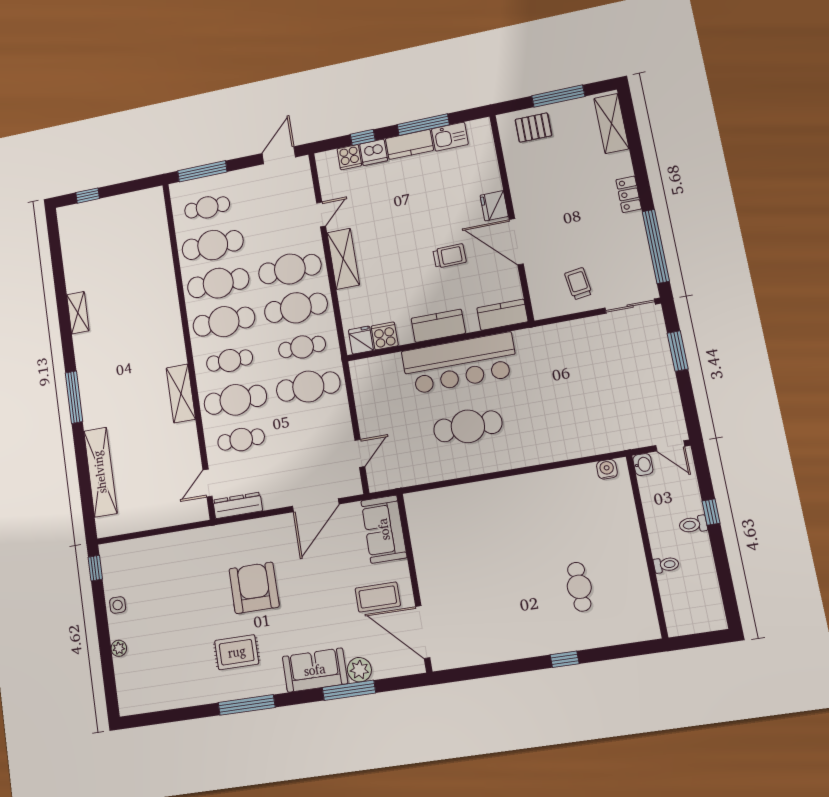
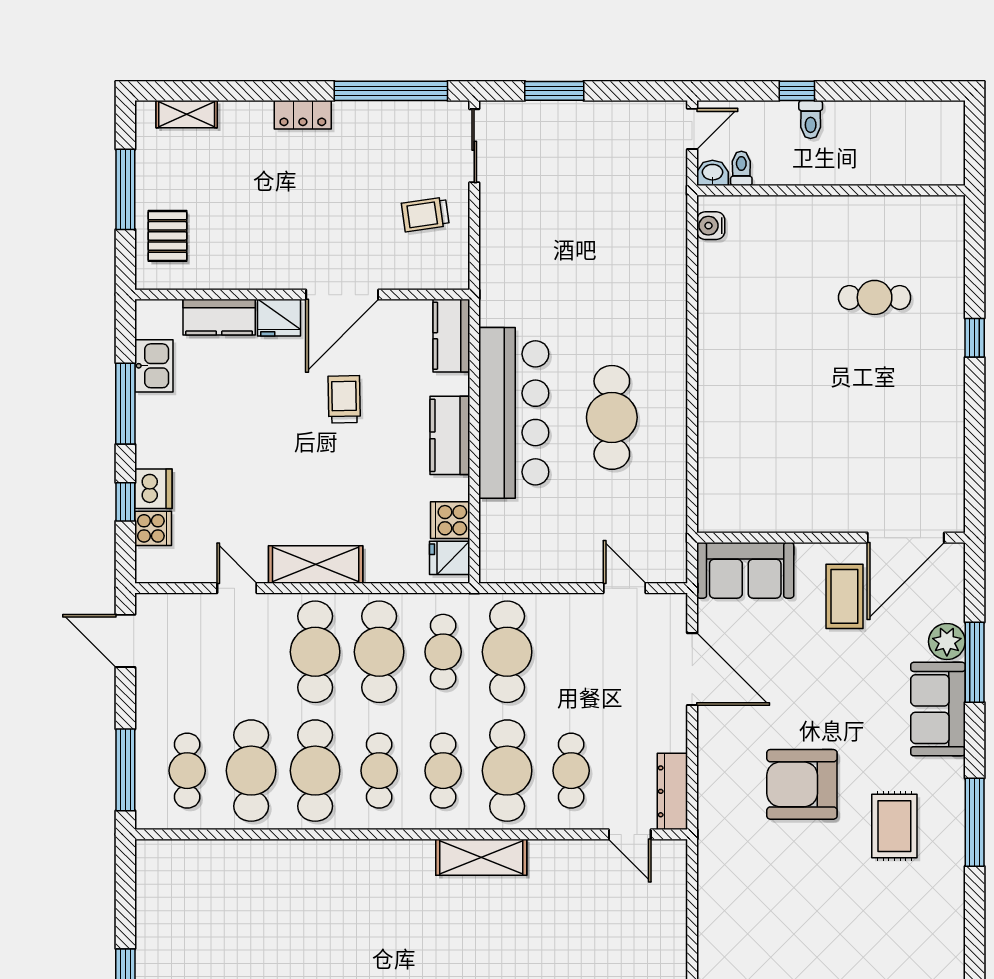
shelving: (611, 124) -> (187, 114), width x0.67, depth x0.75
kitchen counter: (409, 144) -> (219, 317), moved, turned 90
cafe table: (224, 322) -> (379, 771), width x0.73, depth x0.74
toilet: (666, 565) -> (741, 168), moved

